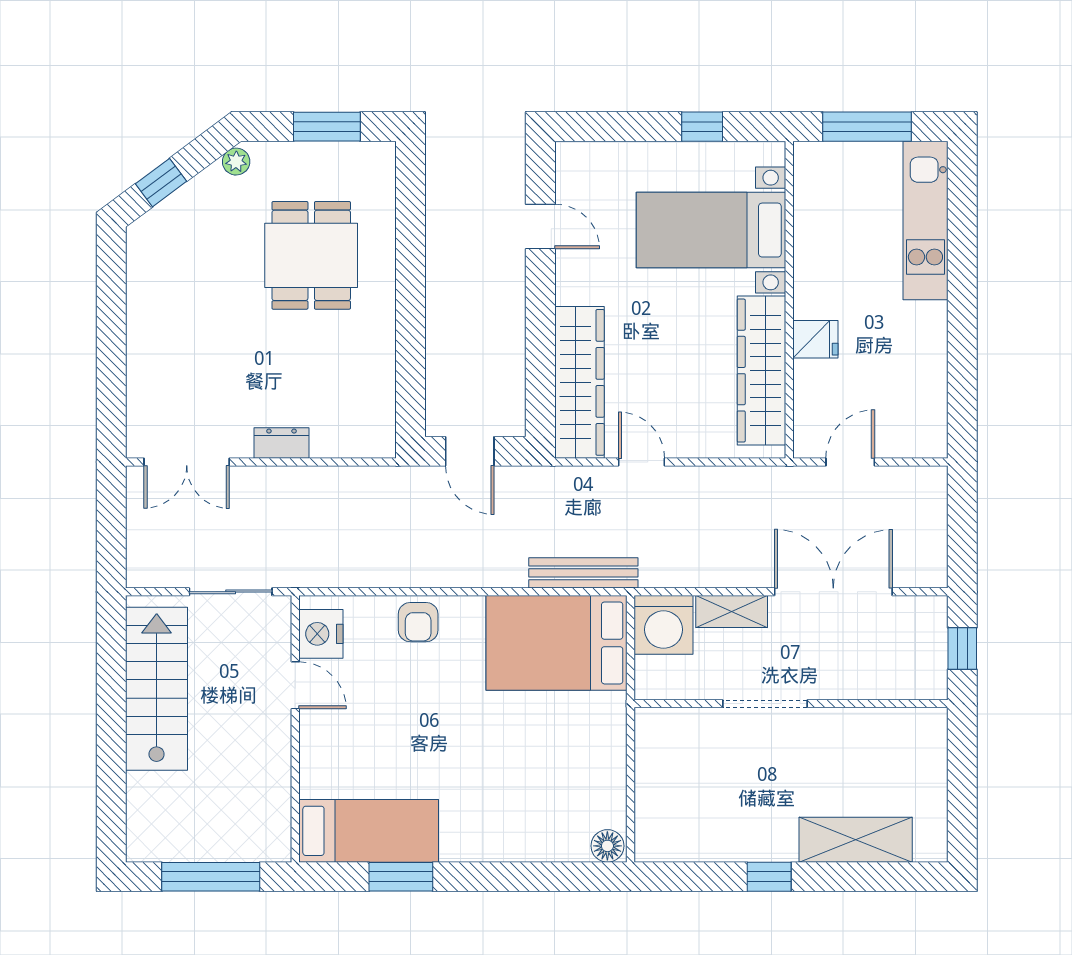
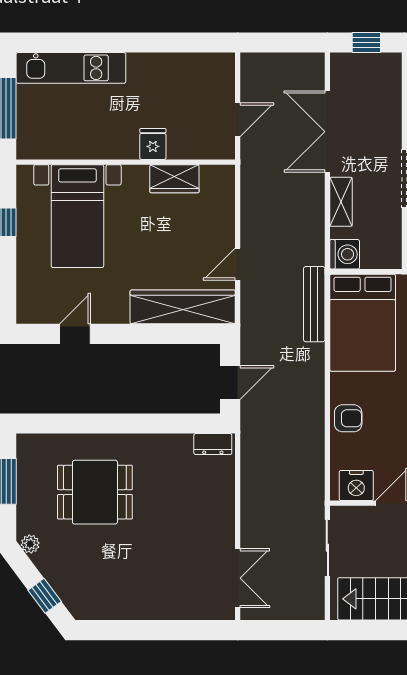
wardrobe: (761, 371) -> (174, 179), width x0.48, depth x0.85
dresser: (281, 443) -> (213, 444), moved, turned -90
door: (850, 462) -> (238, 120), swing flipped
washing machine: (664, 625) -> (345, 254), width x0.73, depth x0.73

